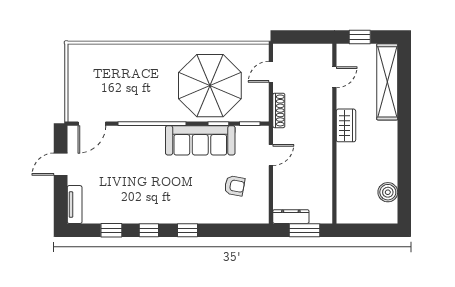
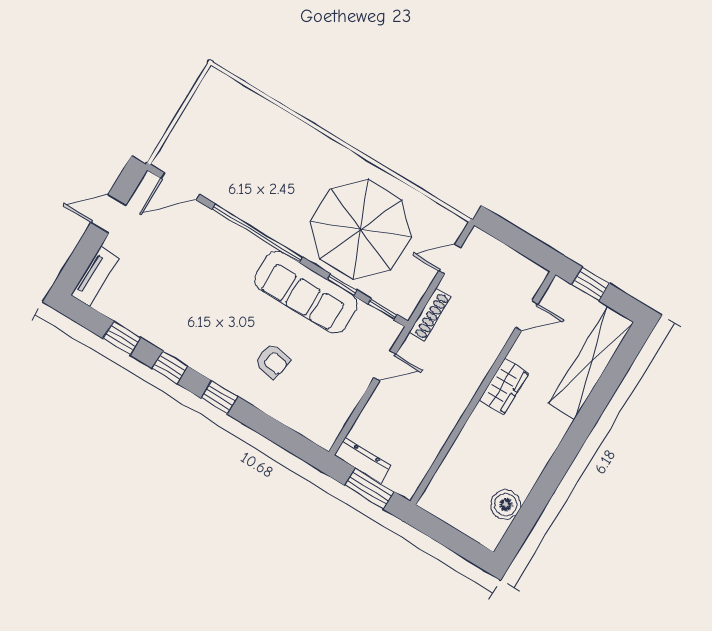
armchair: (235, 186) -> (273, 361), moved

